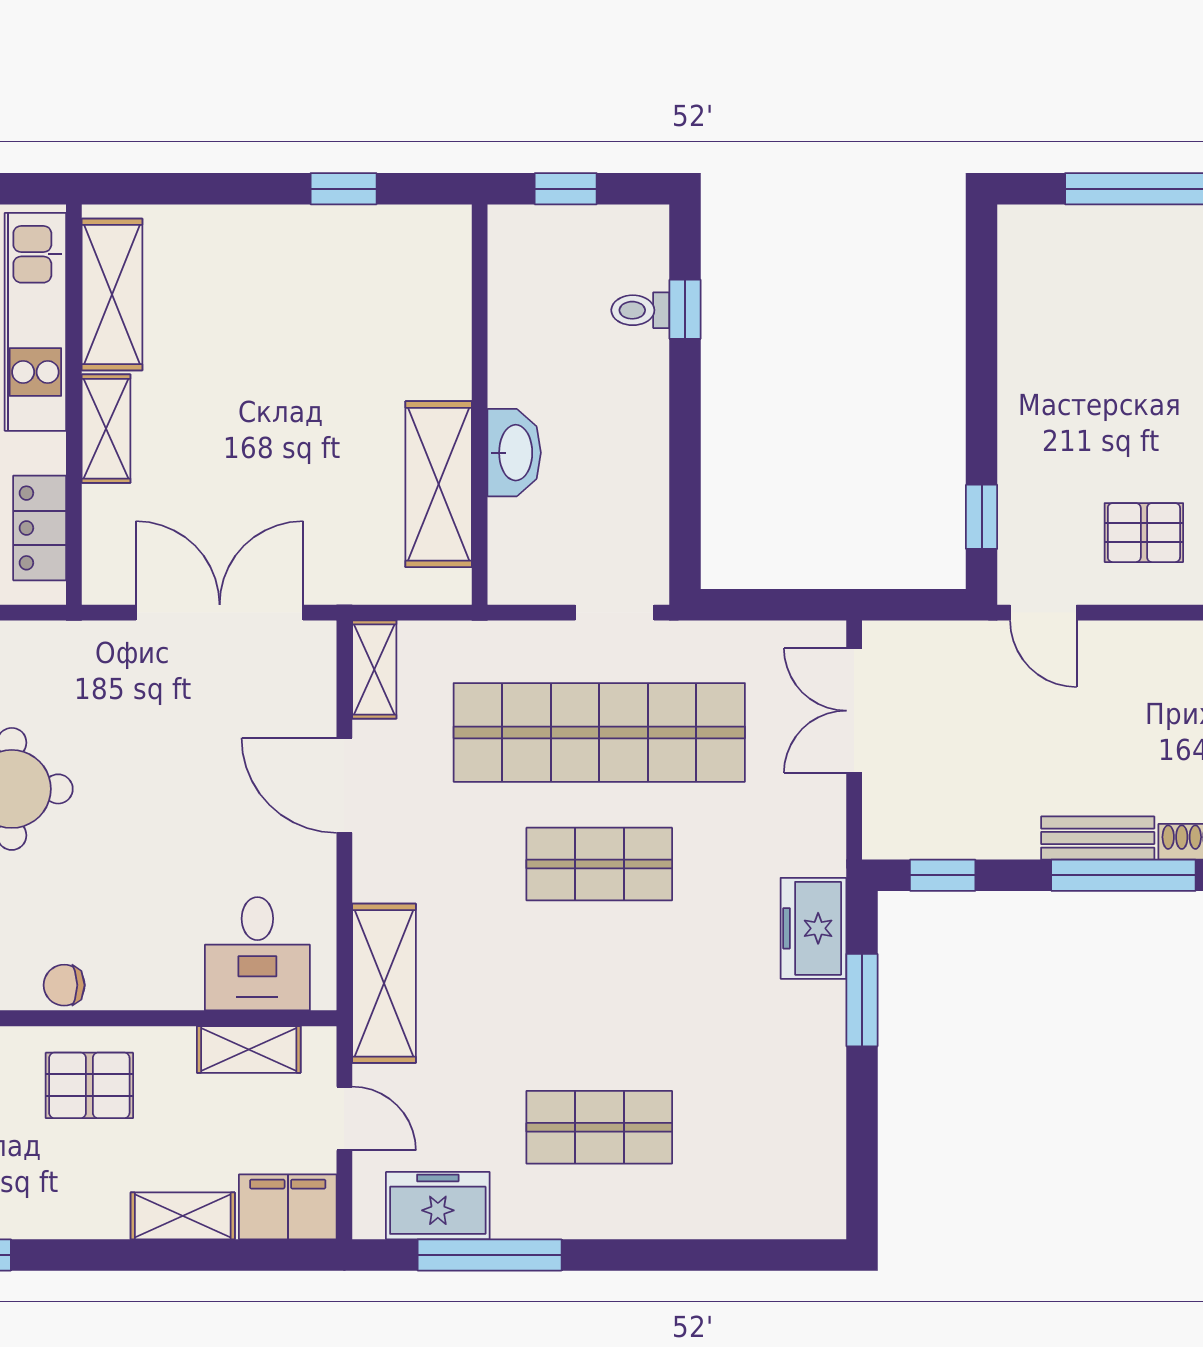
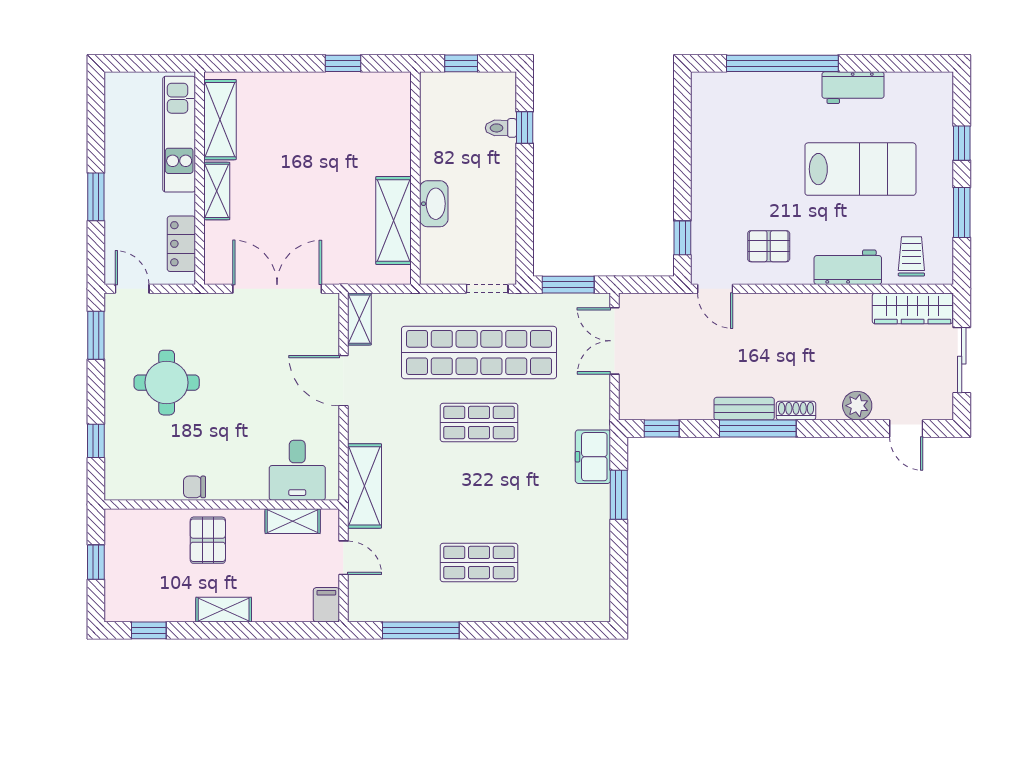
window: (767, 605) -> (568, 285), added
pallet: (89, 1085) -> (208, 540), turned 90
freezer: (438, 1206) -> (393, 604), removed
filing cabinet: (288, 1207) -> (326, 605), width x0.50
shelving: (183, 1216) -> (224, 610), moved

